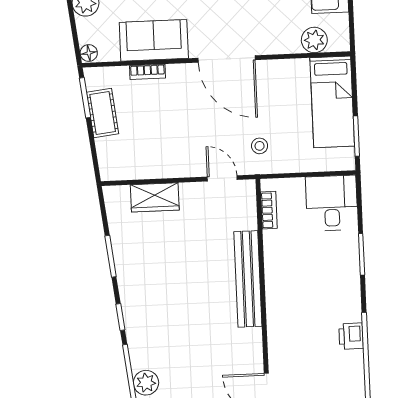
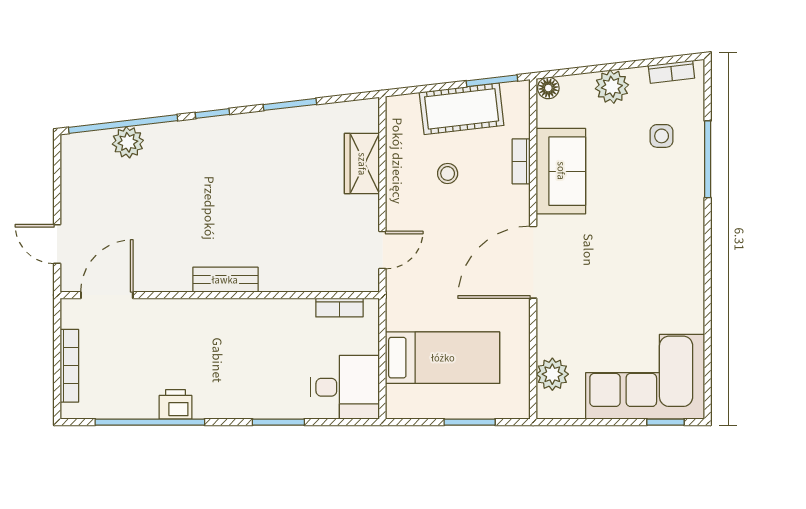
bed: (332, 102) -> (443, 358), moved, turned 180
cot: (103, 113) -> (462, 109), width x1.37, depth x1.34
window: (356, 136) -> (470, 422), moved
stool: (260, 146) -> (448, 173), moved
bench: (248, 279) -> (225, 280), width x0.54, depth x0.82

